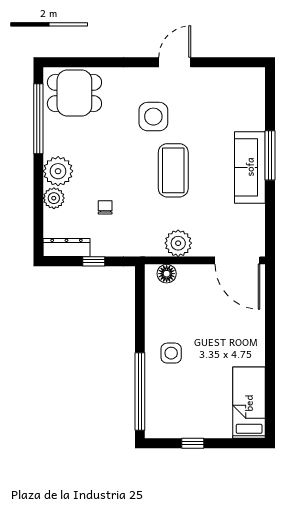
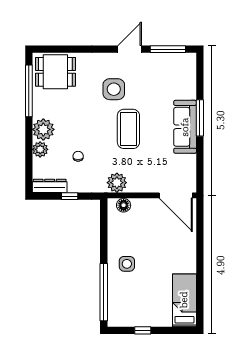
window: (227, 62) -> (168, 49), added
plant: (178, 243) -> (117, 183), moved

